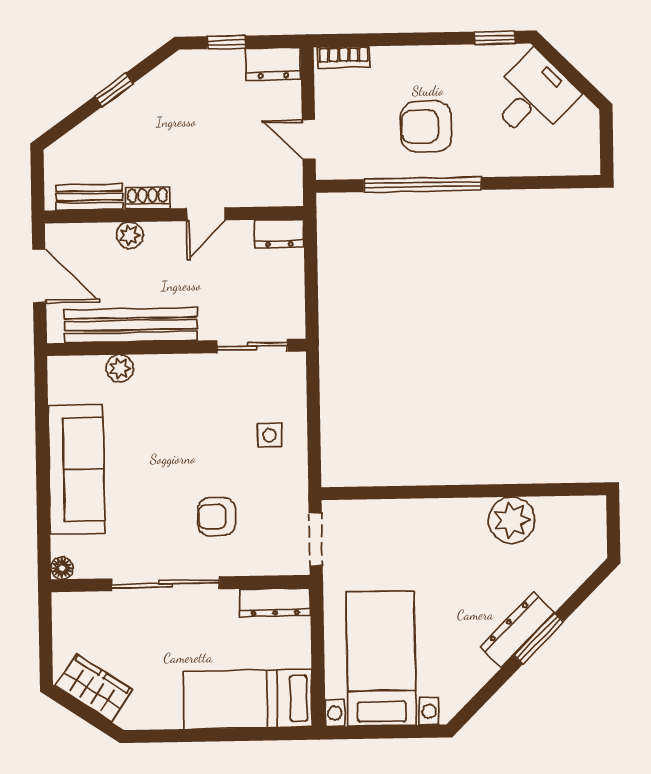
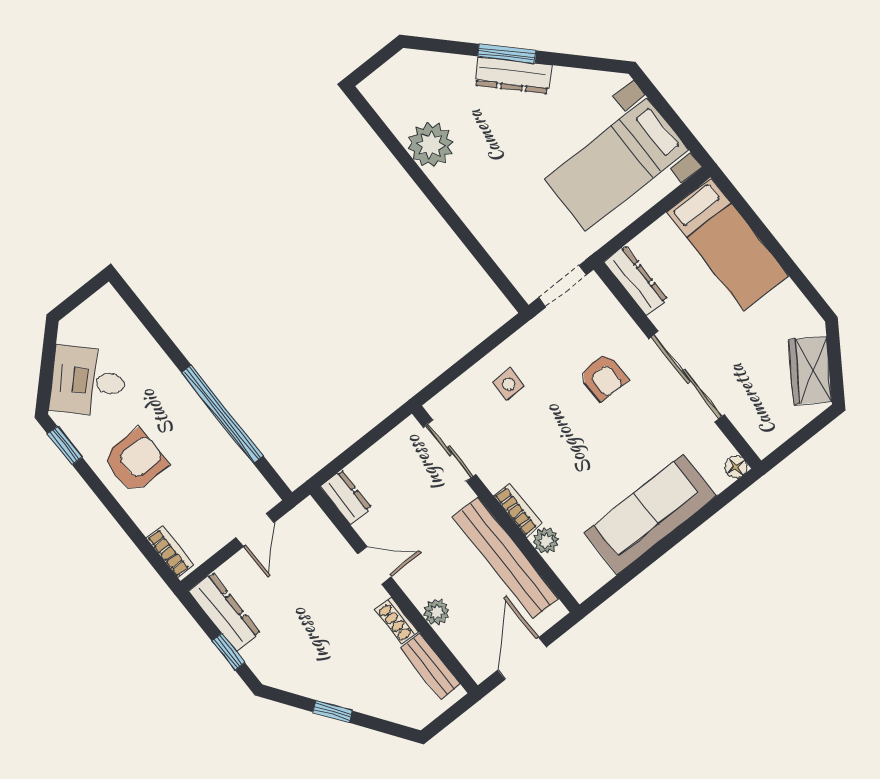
dresser: (273, 64) -> (224, 612), width x1.44
armchair: (426, 126) -> (135, 461), moved, turned -90
bookcase: (162, 365) -> (518, 510), added

